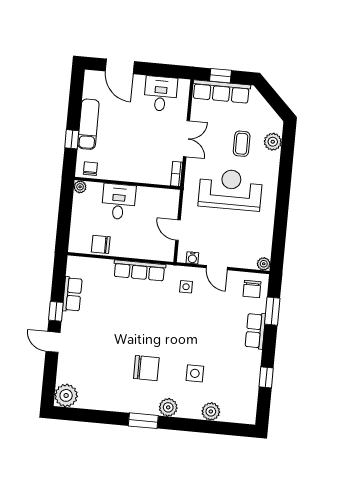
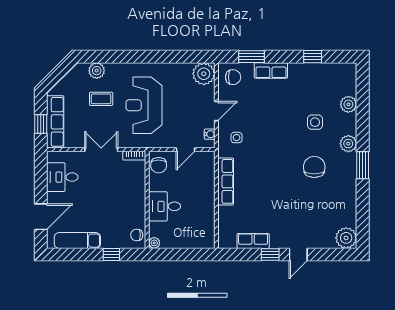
exam couch: (88, 124) -> (77, 241), moved
chair: (101, 244) -> (159, 165), moved
plant: (264, 264) -> (204, 74), width x1.87, depth x1.87

